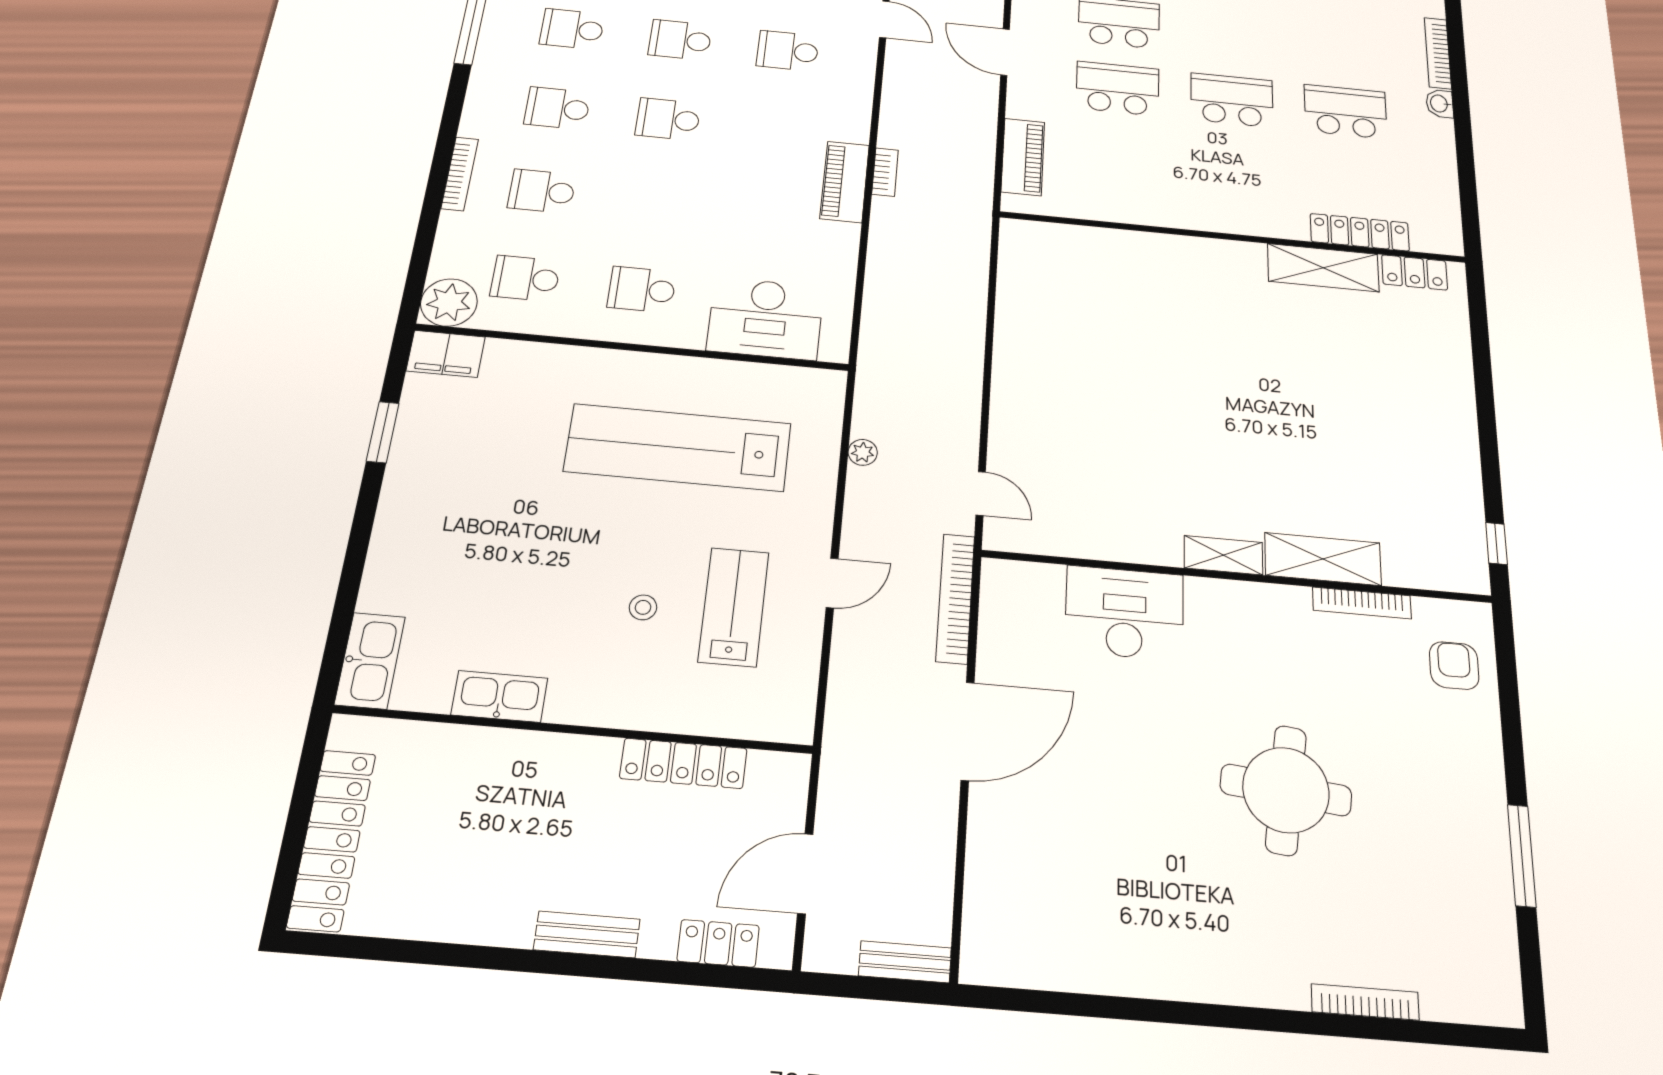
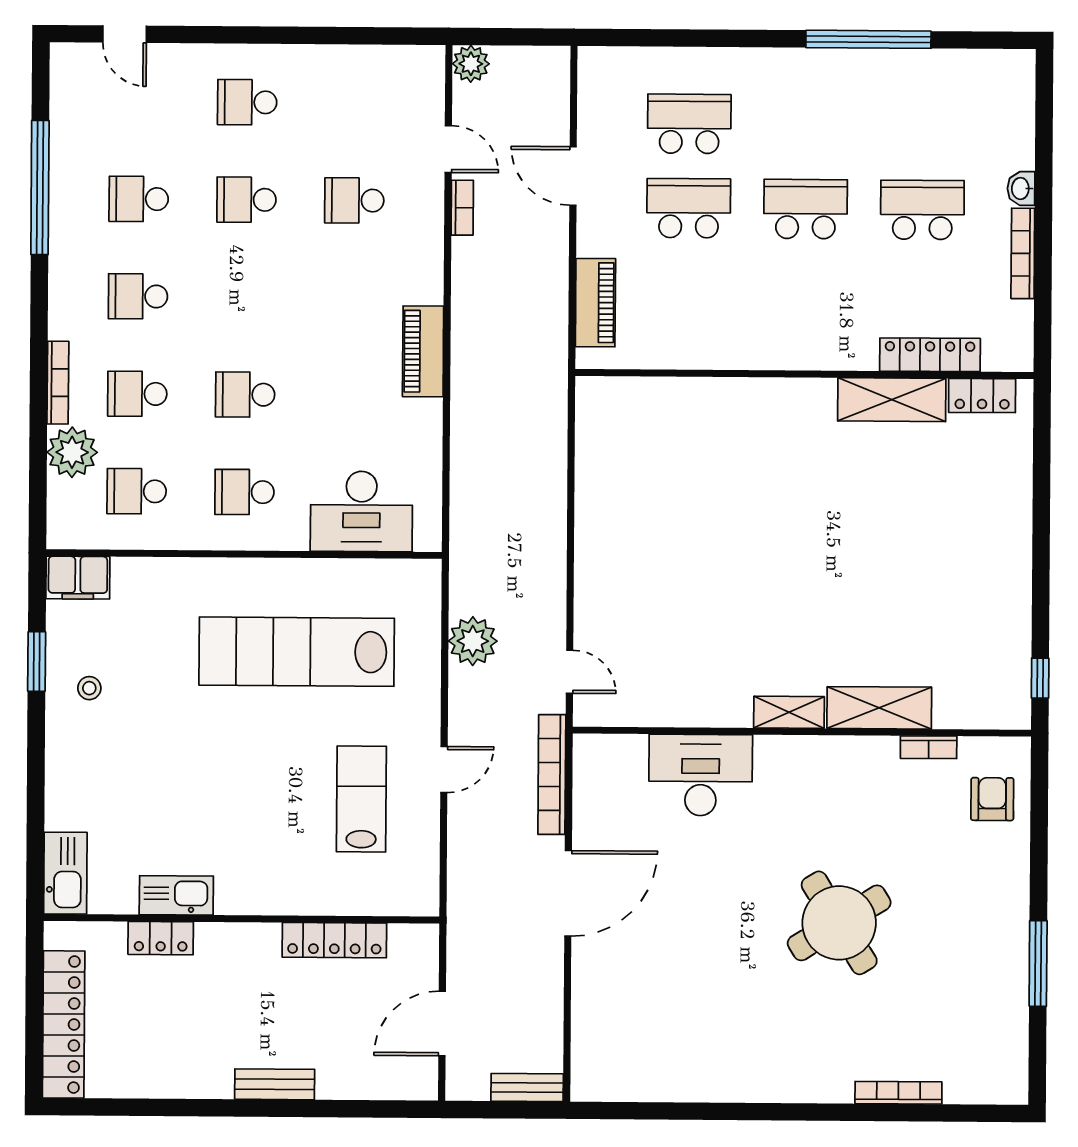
bookcase: (1438, 53) -> (1023, 253), moved
school desk: (668, 119) -> (245, 395), moved
bookcase: (885, 172) -> (462, 208), moved
plant: (449, 302) -> (72, 452), moved
plant: (863, 452) -> (473, 641), width x1.87, depth x1.87
bookcase: (1362, 603) -> (929, 747), width x0.64
stool: (643, 607) -> (89, 688), moved
round table: (1286, 790) -> (839, 923), turned -38
locker: (718, 943) -> (161, 938), moved, turned 180

